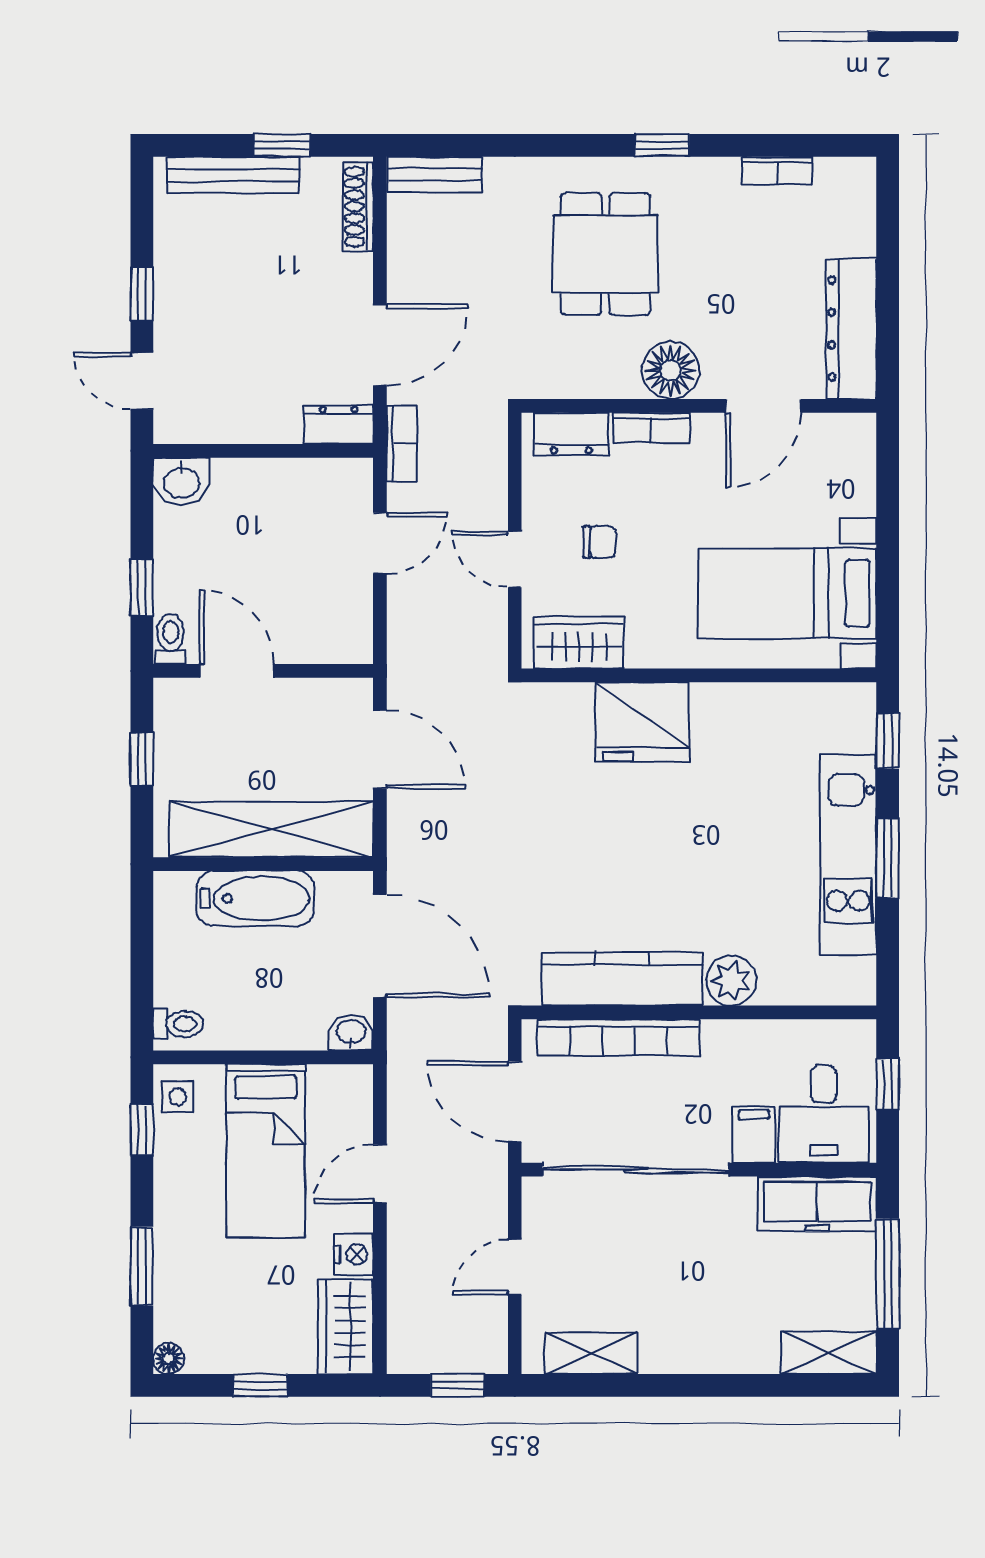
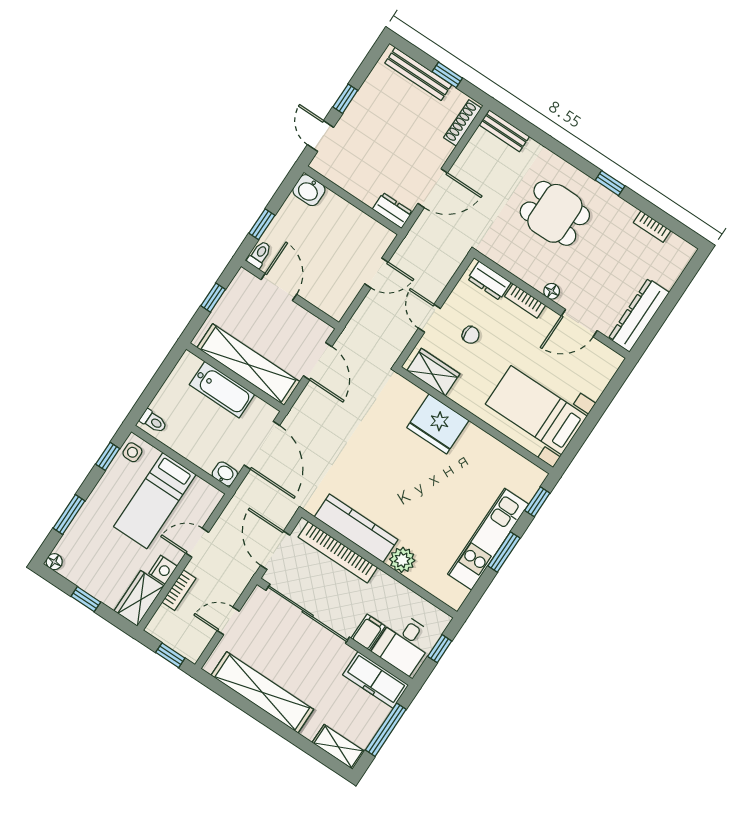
dining table: (605, 254) -> (555, 213), turned 90
floor lamp: (670, 370) -> (552, 291), width x0.53, depth x0.53
bookcase: (402, 444) -> (179, 590), moved
shelving: (591, 1353) -> (262, 692), width x2.20, depth x1.33

